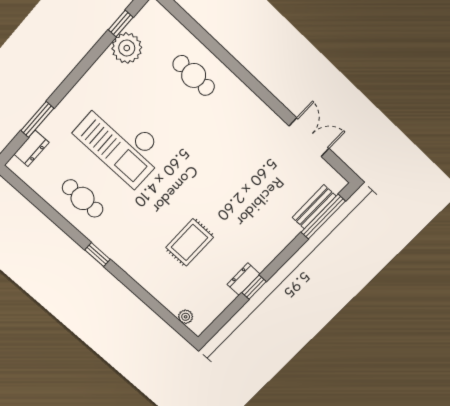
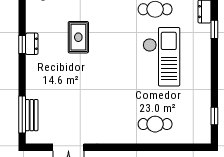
plant: (127, 48) -> (201, 107), removed
window: (37, 119) -> (214, 29), width x0.67
checkout: (121, 142) -> (161, 57), turned 90

